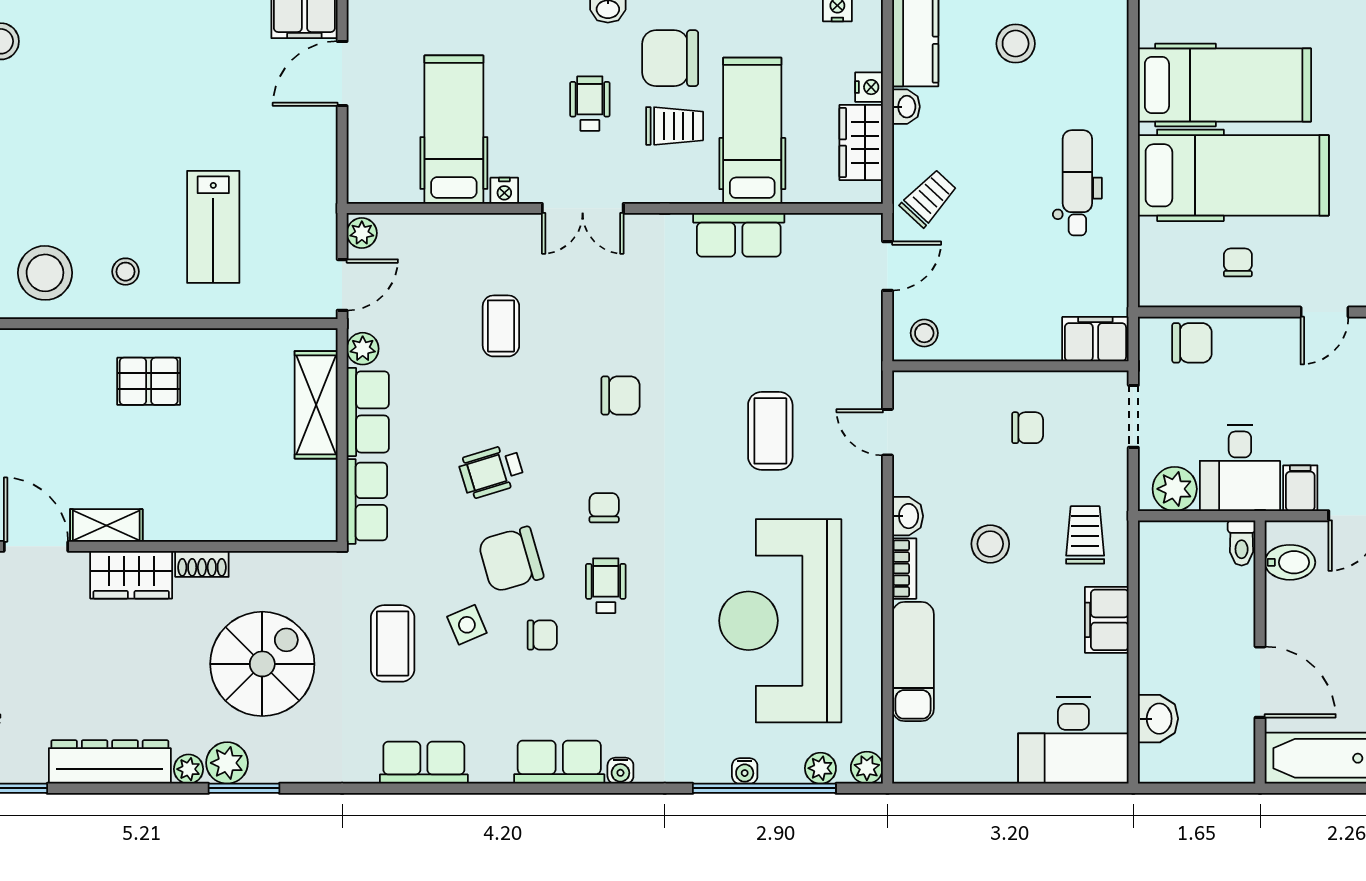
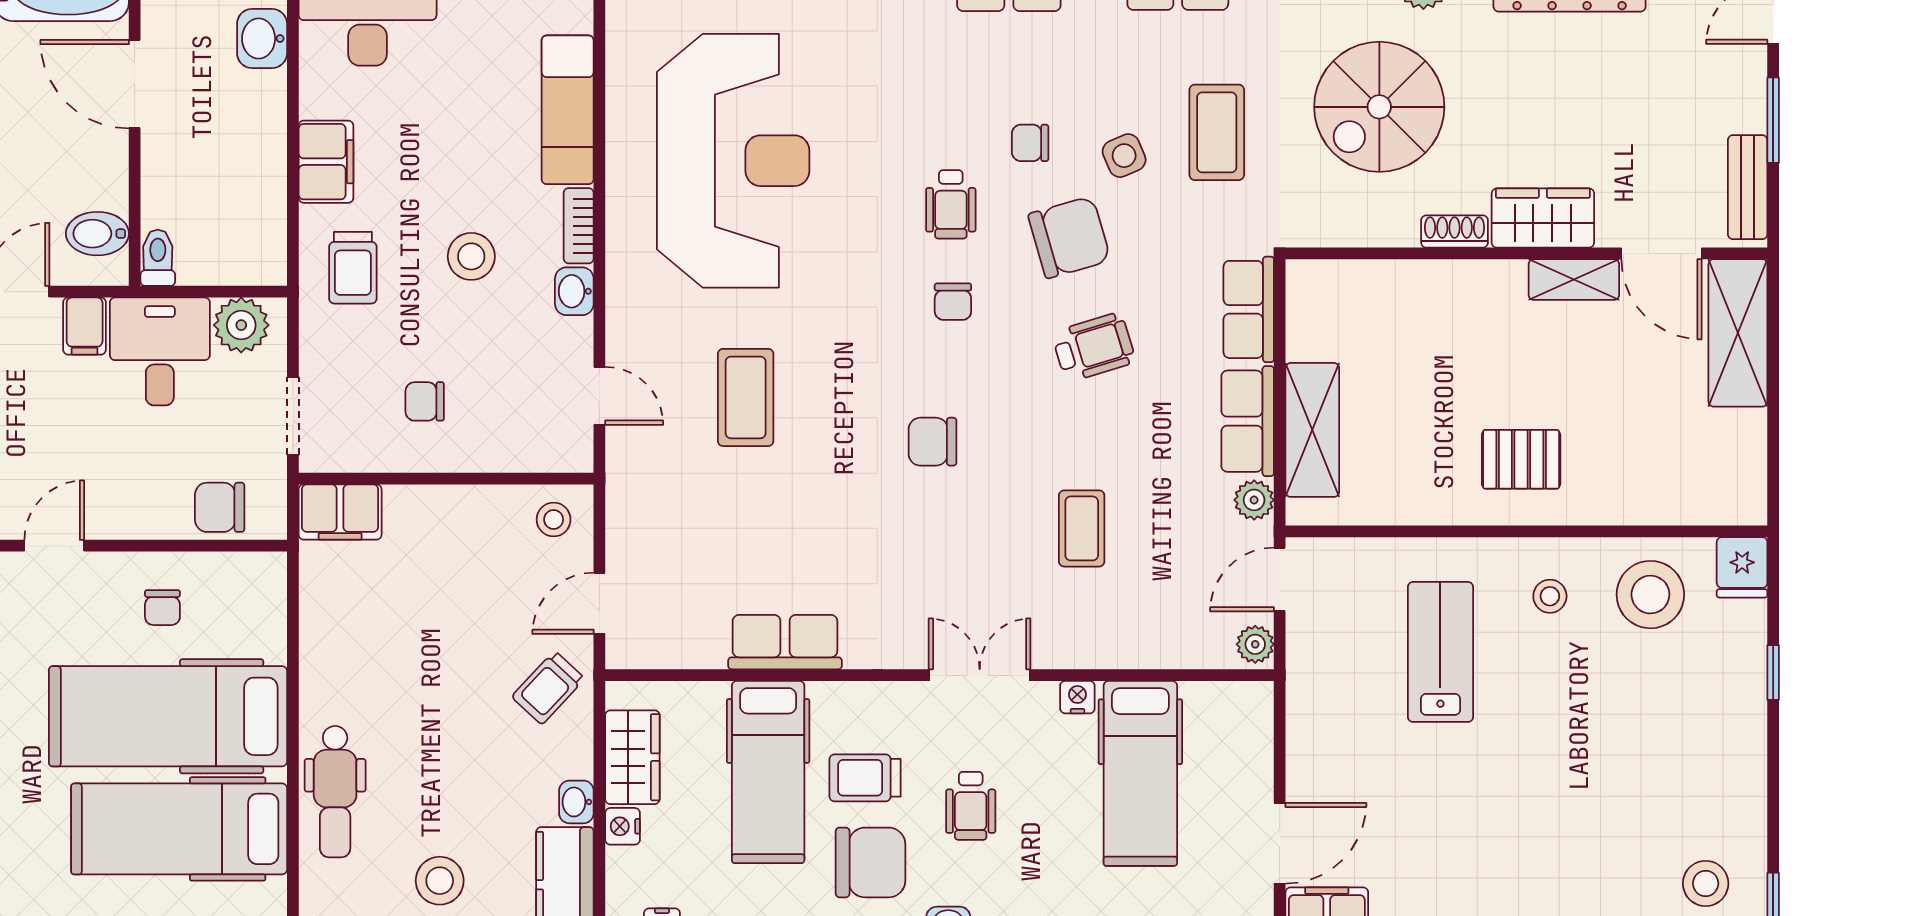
dental chair: (1077, 183) -> (335, 792), moved

